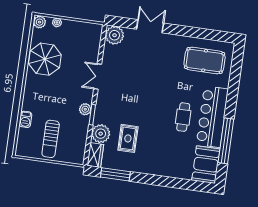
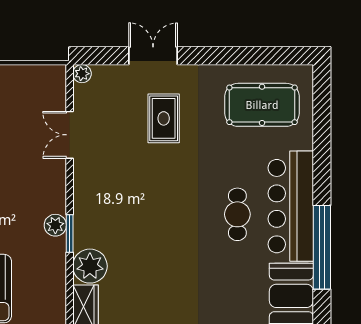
plant: (114, 35) -> (82, 74), width x0.53, depth x0.53
double door: (98, 77) -> (70, 135), moved
rug: (128, 138) -> (164, 118), moved

